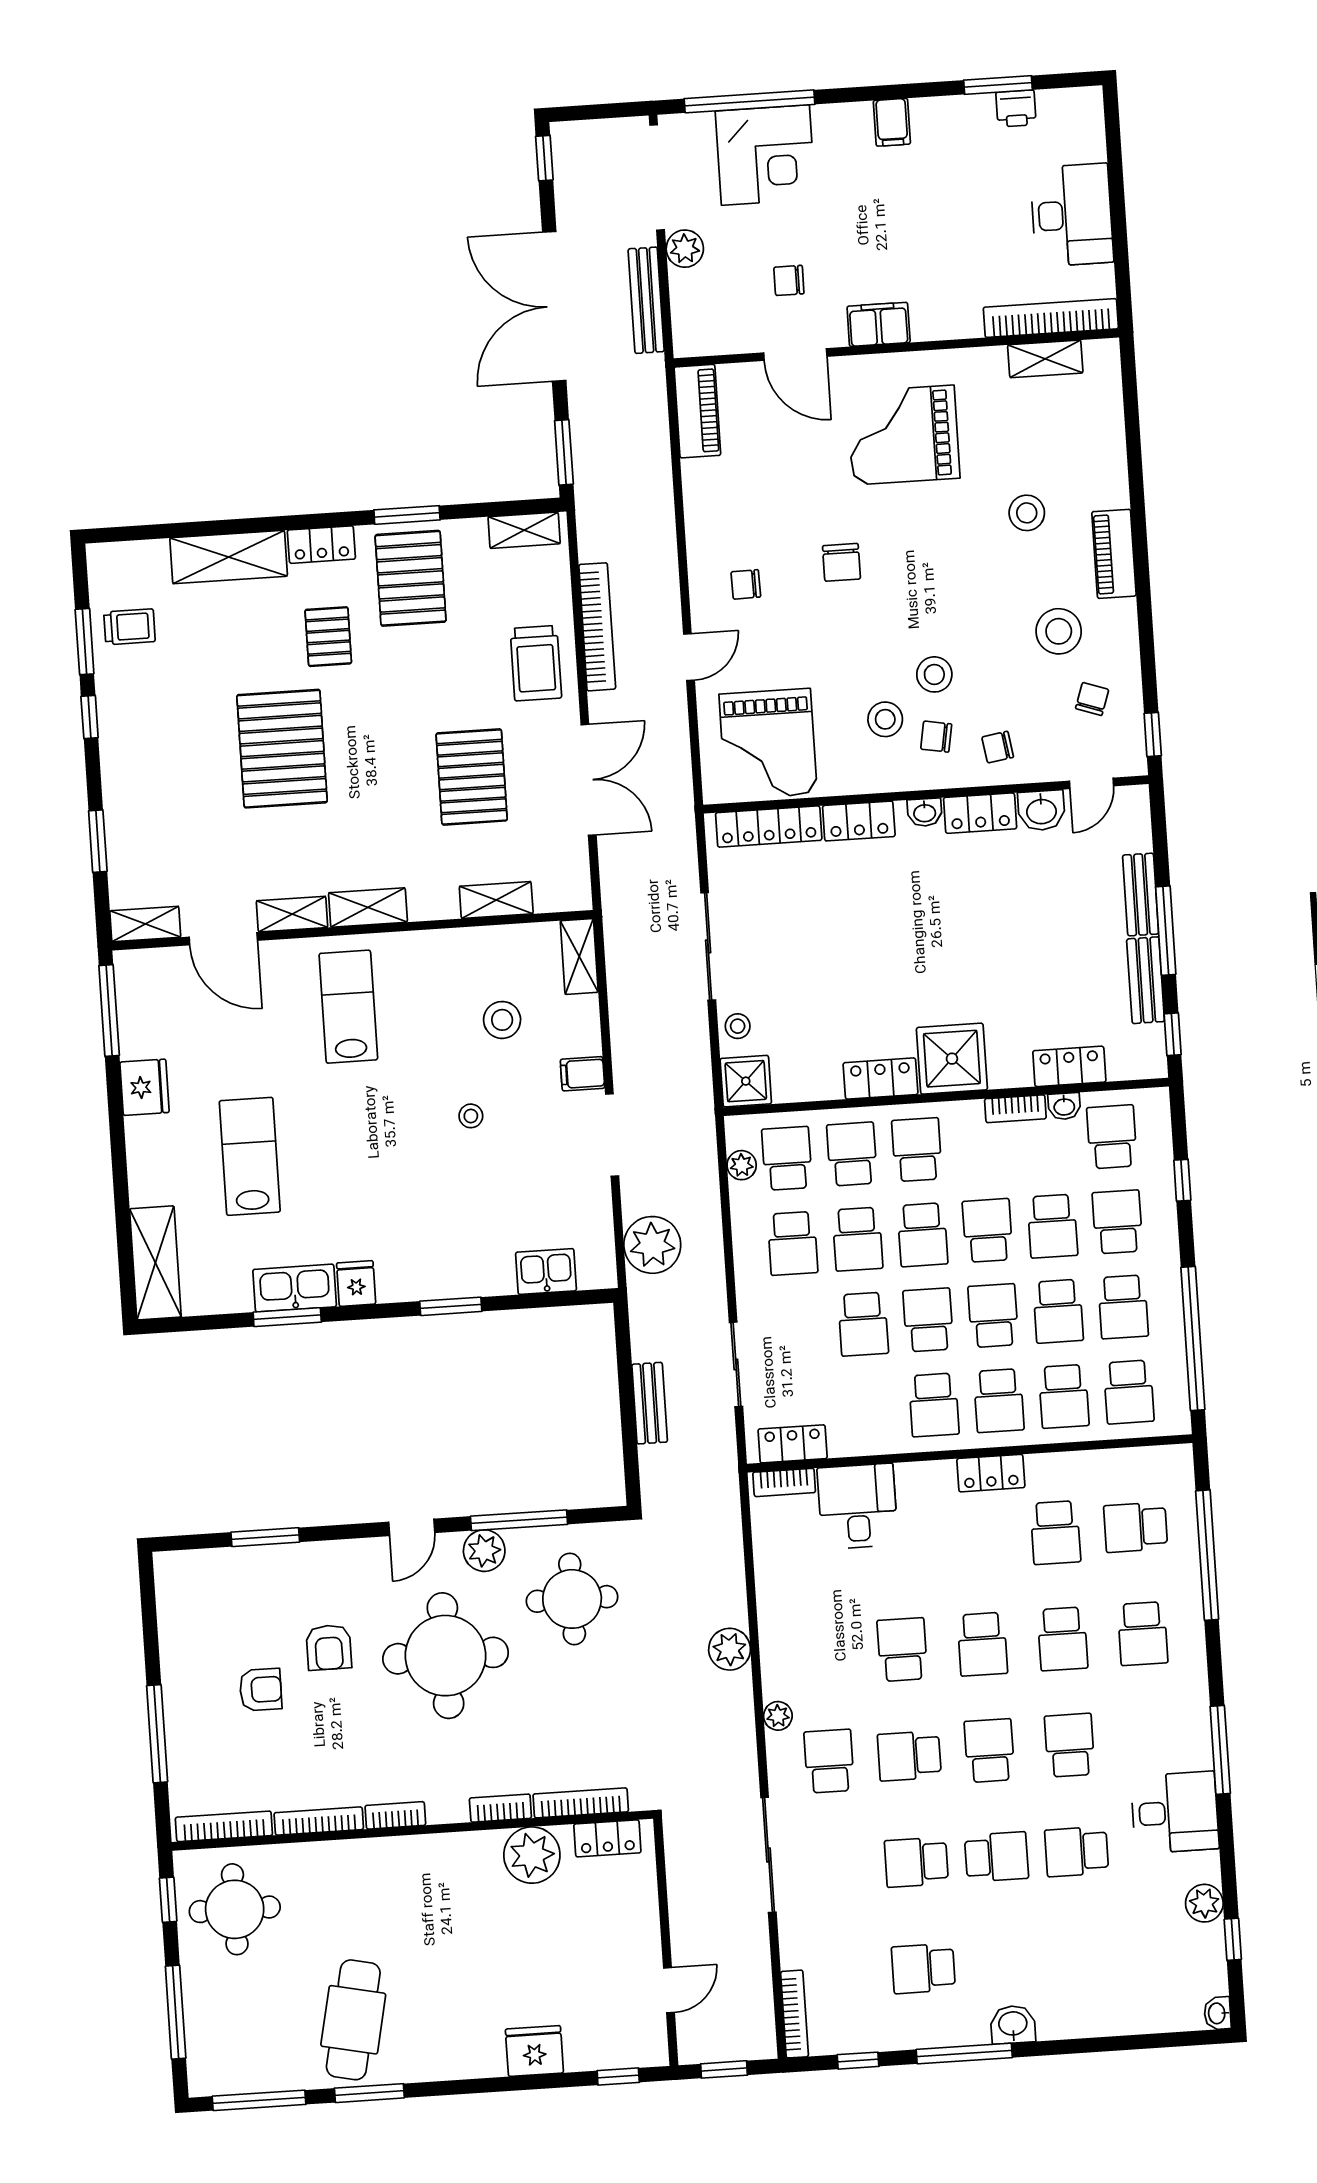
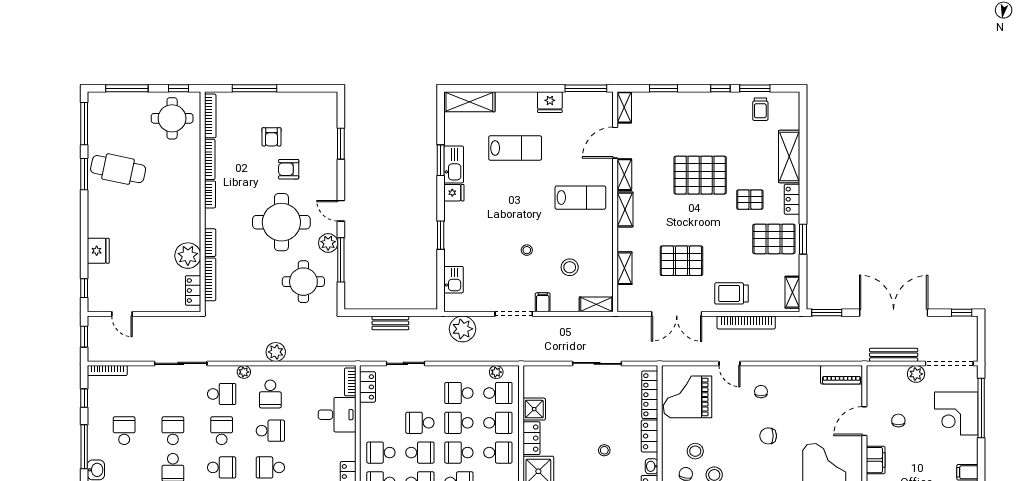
stool: (738, 1026) -> (604, 450), moved
shower: (746, 1081) -> (534, 409), moved
school desk: (822, 1655) -> (270, 394), added

